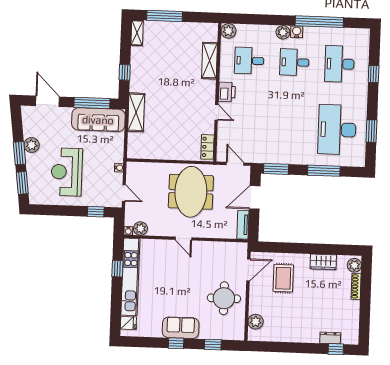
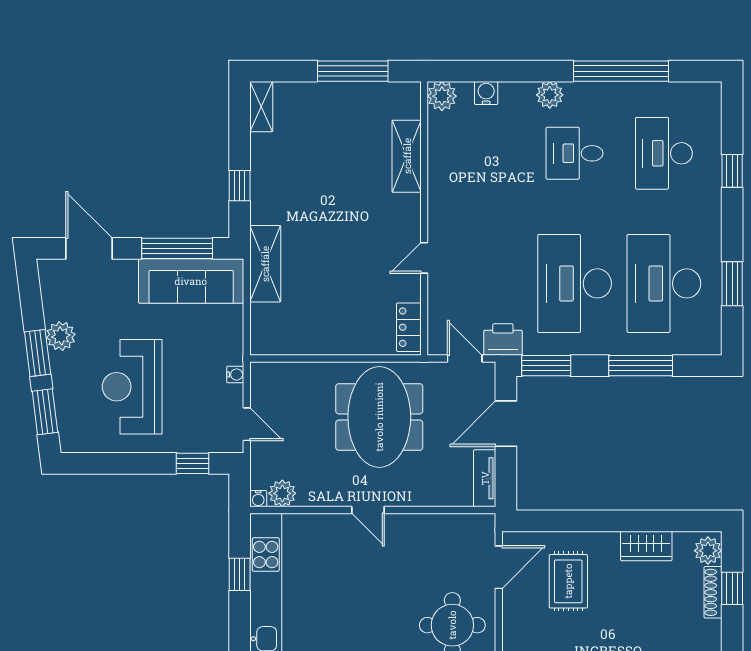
window: (165, 16) -> (353, 71), moved
water cooler: (297, 32) -> (486, 93), moved
desk: (249, 61) -> (575, 283), moved, width x1.87, depth x1.30
printer: (227, 92) -> (503, 340), moved, turned -90
door: (216, 112) -> (424, 258), swing flipped
window: (366, 285) -> (732, 588), added

